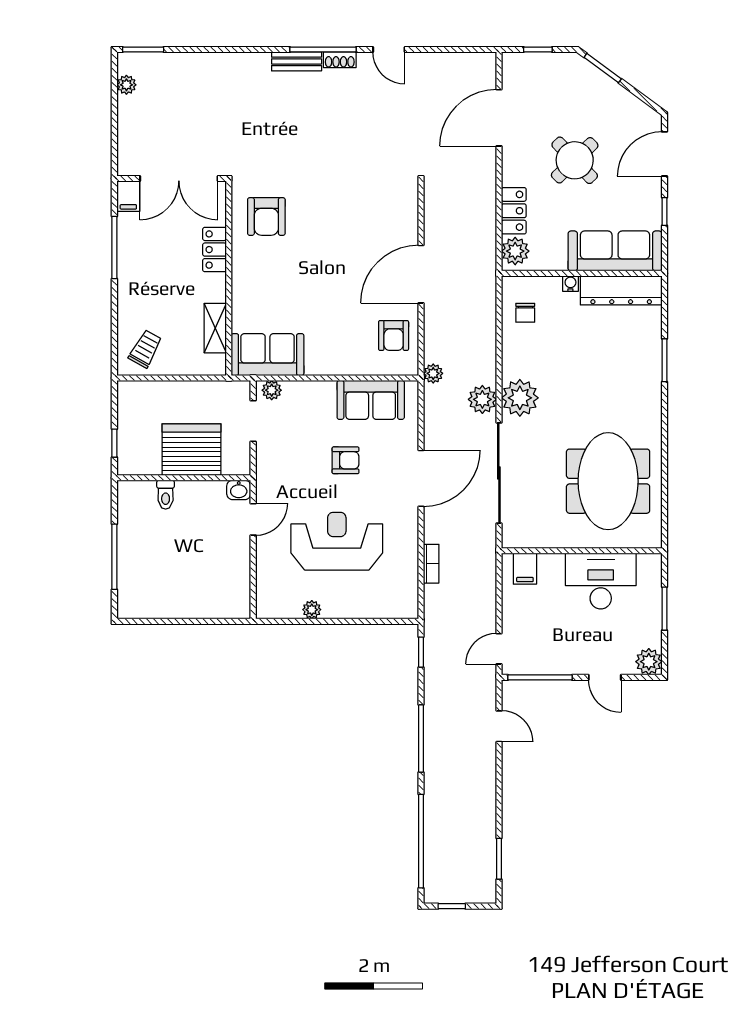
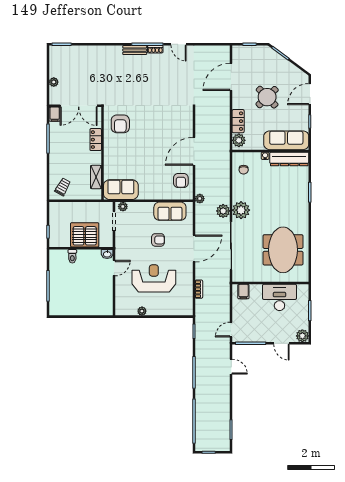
plant: (126, 85) -> (54, 82), moved

